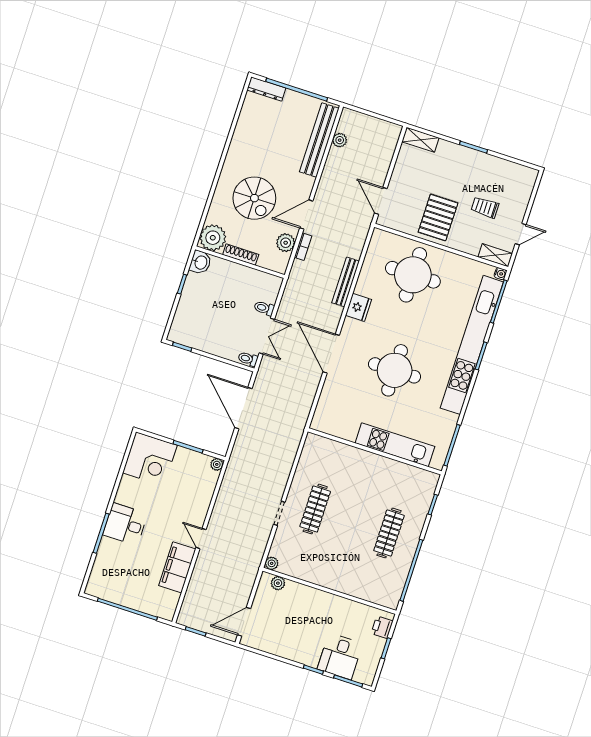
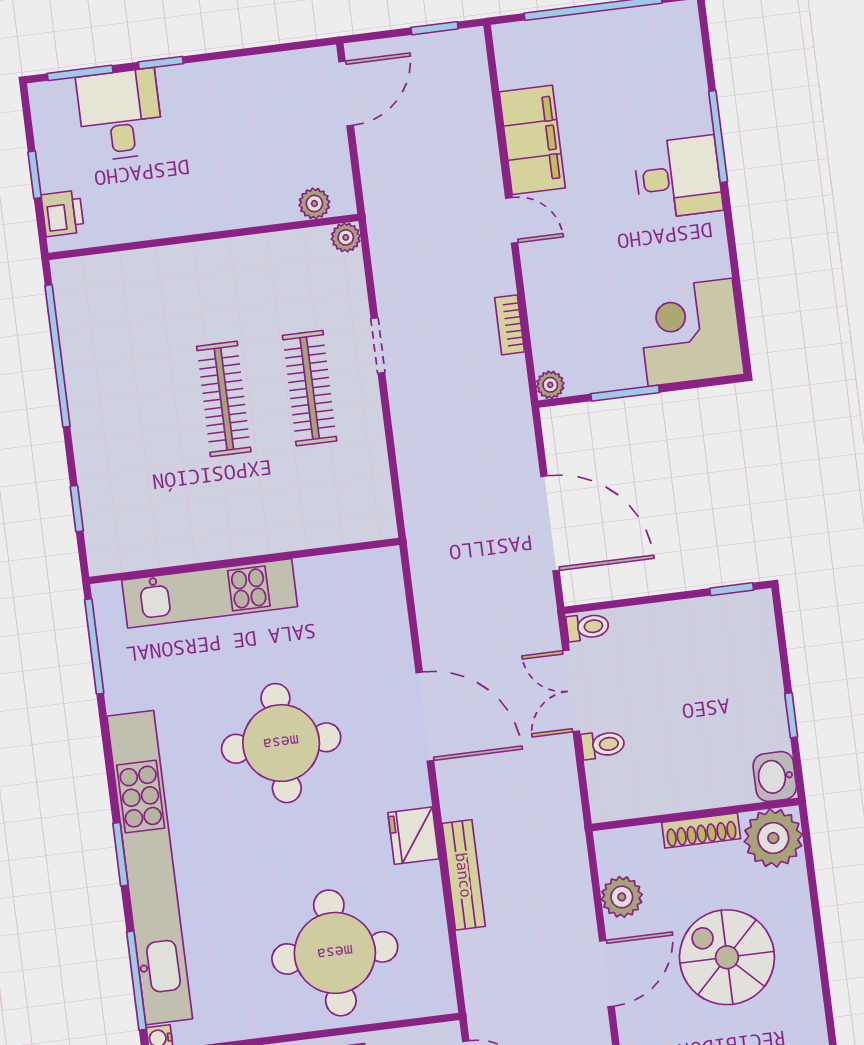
bookcase: (303, 247) -> (510, 325), moved
clothes rail: (389, 533) -> (224, 399), moved

